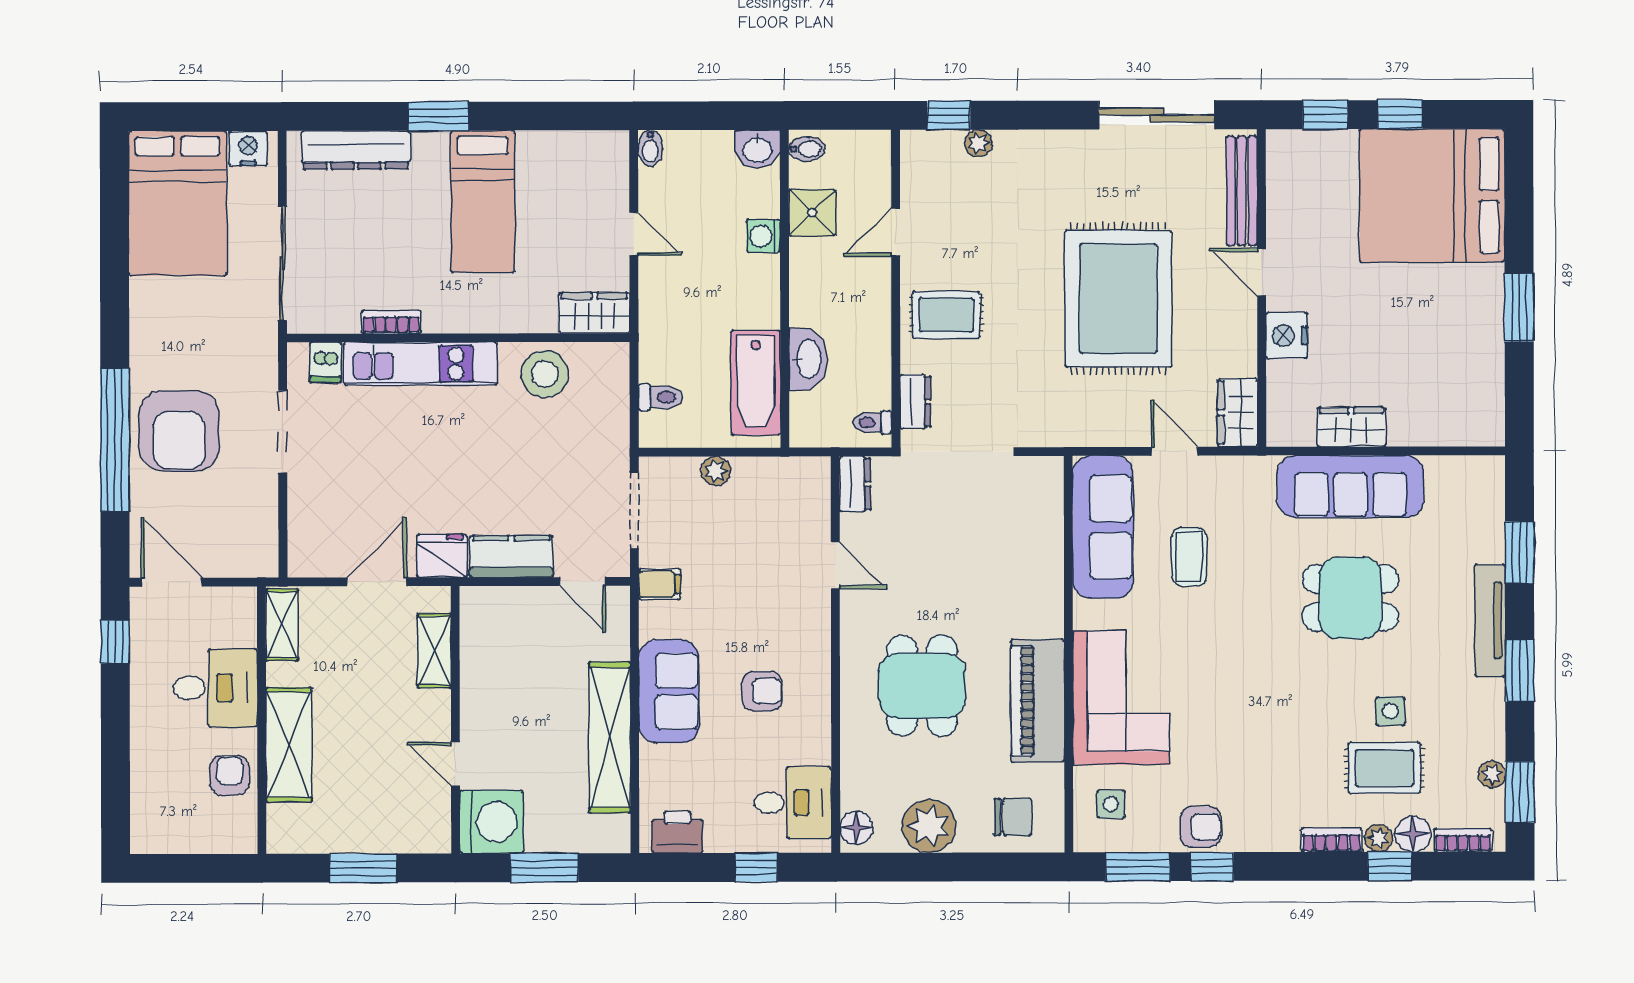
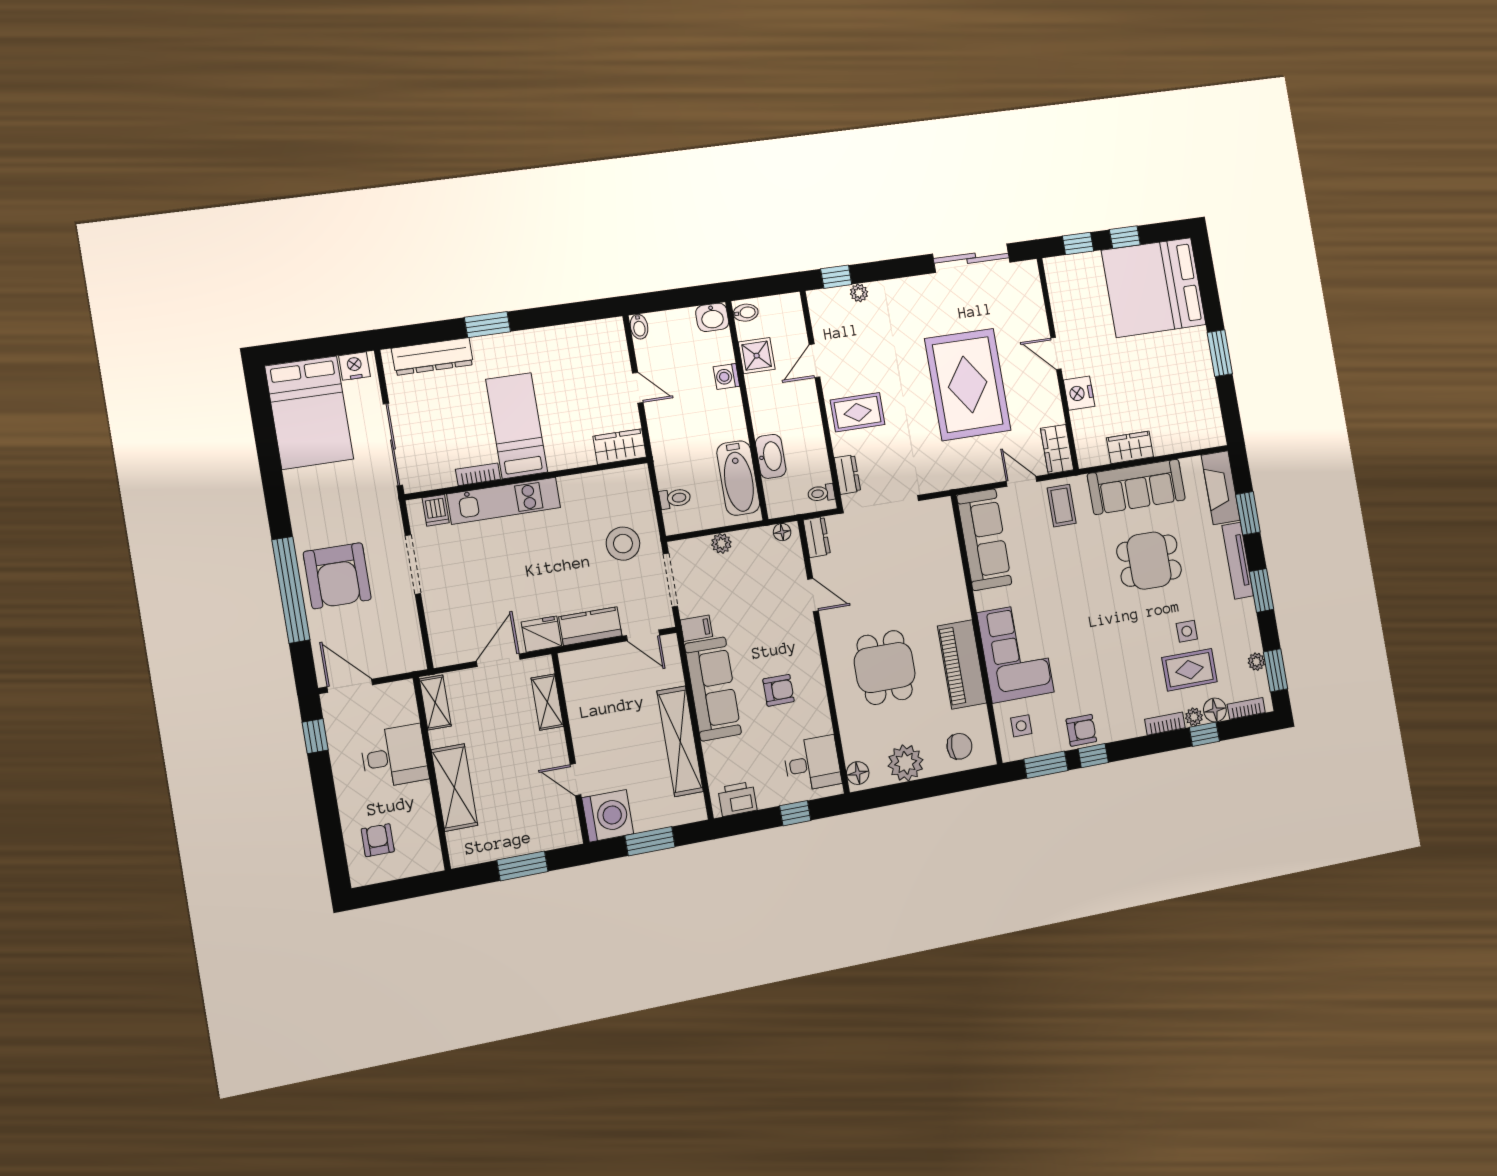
bench: (1242, 191) -> (1034, 301), removed
bed: (483, 202) -> (517, 426), moved, turned 180
stool: (545, 374) -> (623, 544), moved
floor lamp: (806, 469) -> (782, 532), added
fireplace: (1483, 508) -> (1221, 488), added
coffee table: (1189, 557) -> (1062, 506), moved
sofa: (669, 691) -> (713, 689), width x1.36
armchair: (230, 775) -> (378, 840), moved

